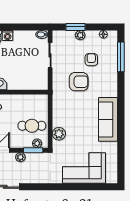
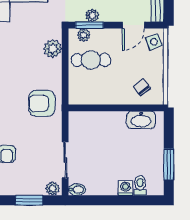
plant: (80, 35) -> (52, 189), moved
armchair: (79, 82) -> (42, 103), moved
plant: (20, 157) -> (92, 15), moved

